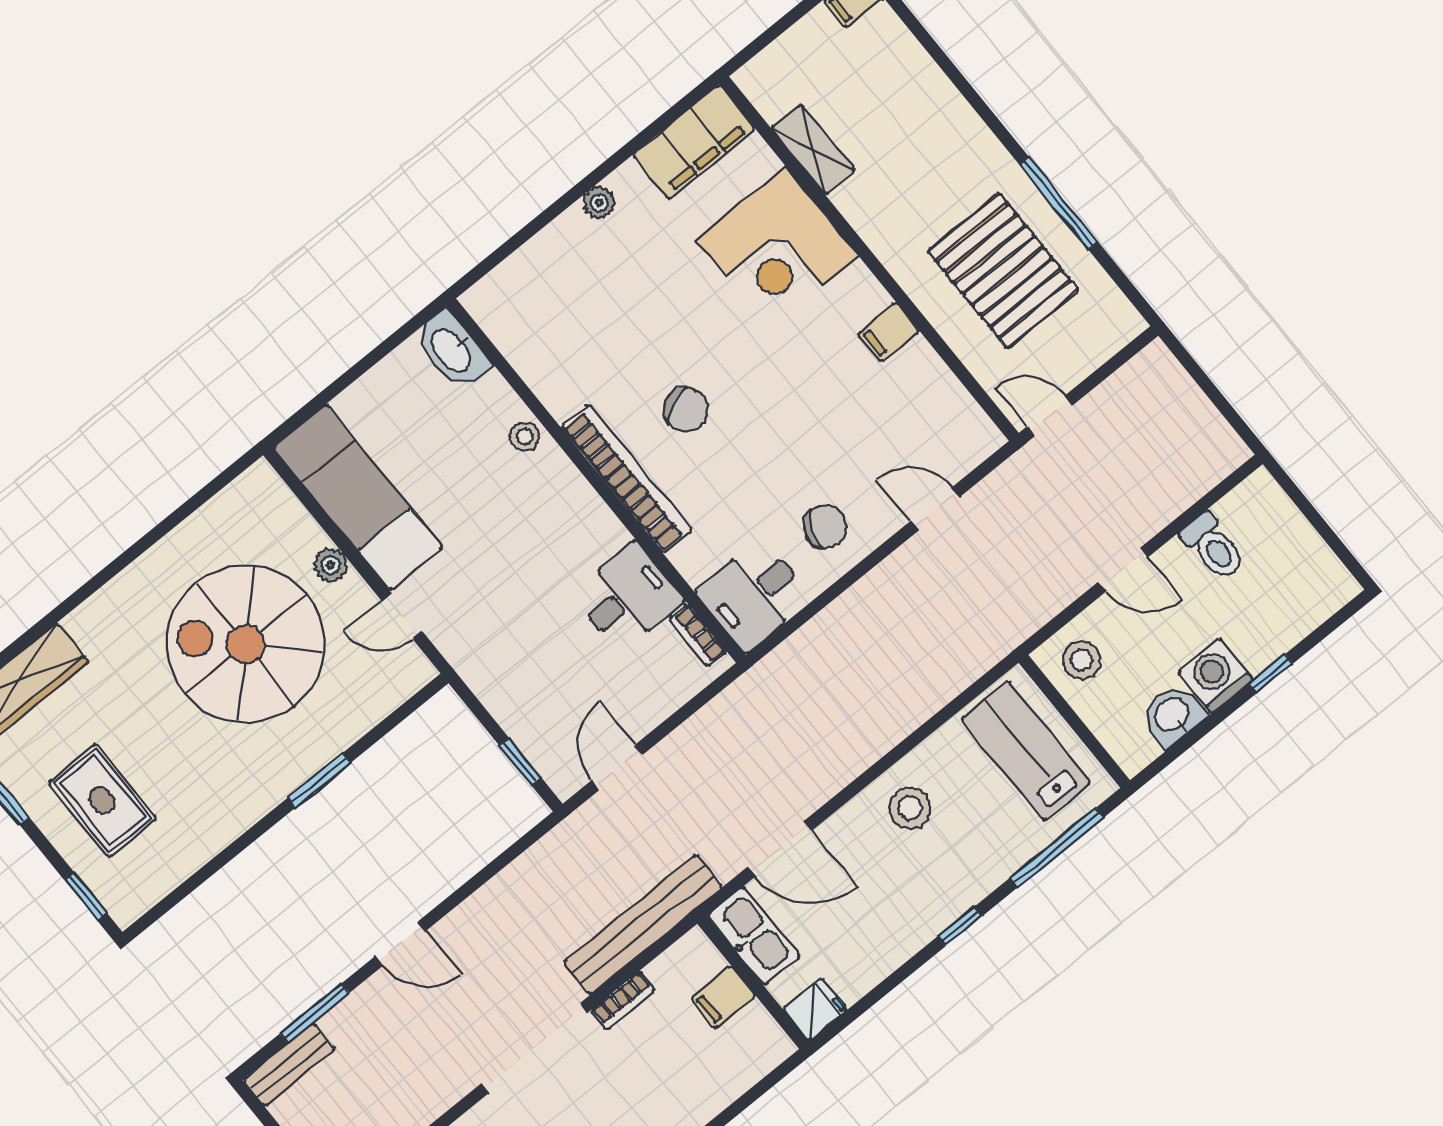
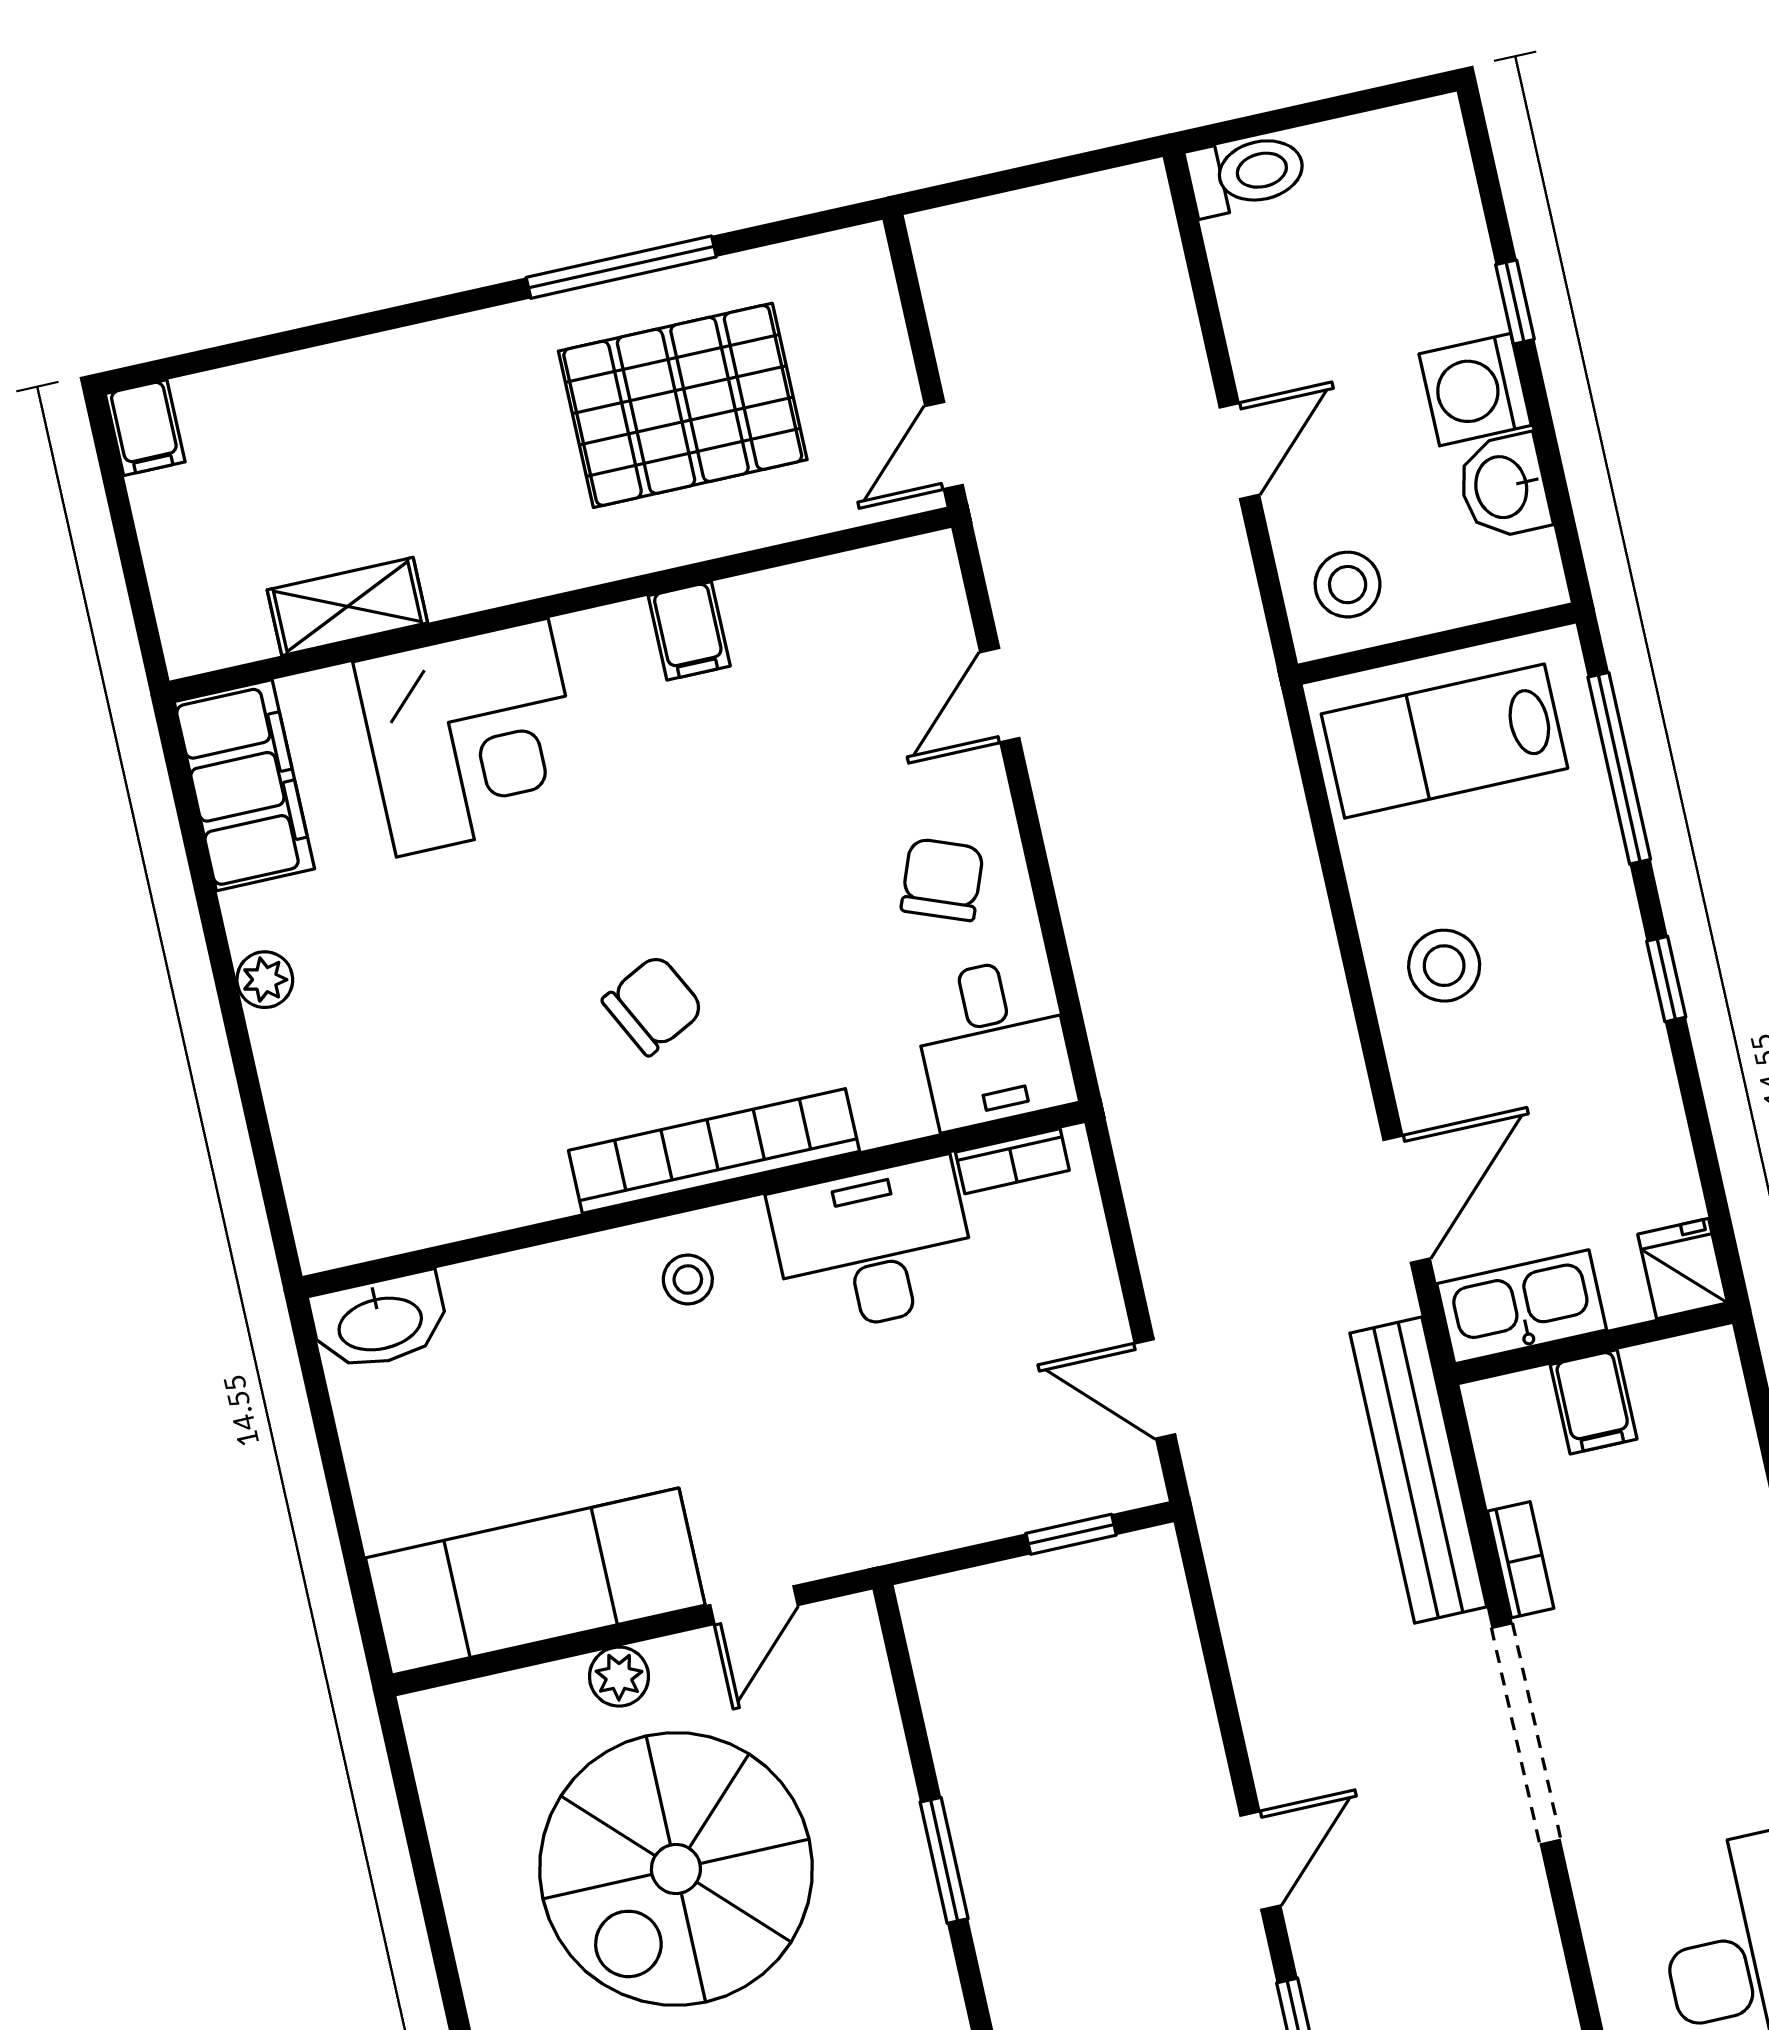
stool: (525, 437) -> (688, 1279), moved
toilet: (1213, 547) -> (1246, 174), moved
desk: (627, 597) -> (874, 1247), width x1.37

